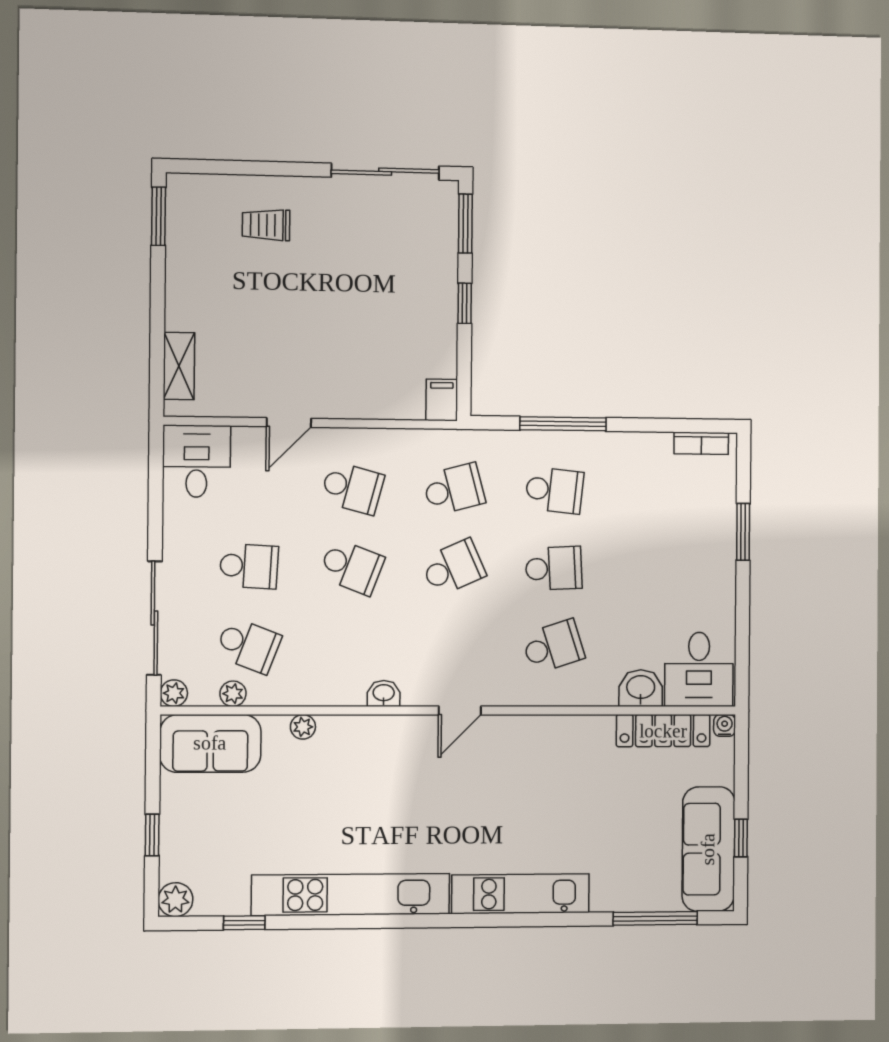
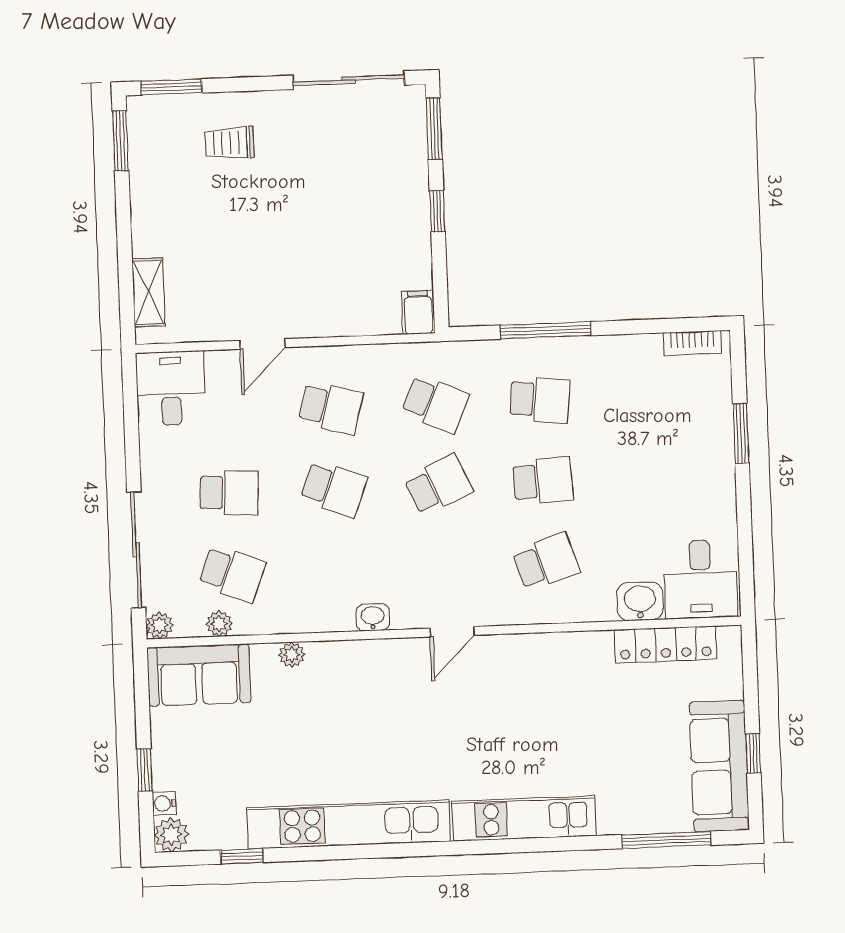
window: (211, 167) -> (171, 87), added
school desk: (454, 489) -> (435, 404), turned 39
water cooler: (725, 725) -> (164, 803), moved, turned -90

